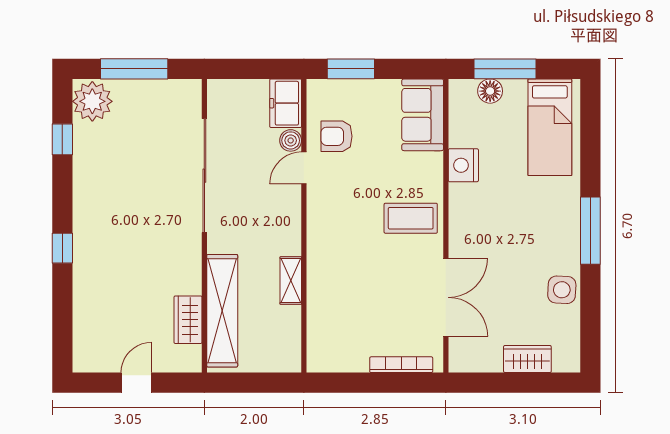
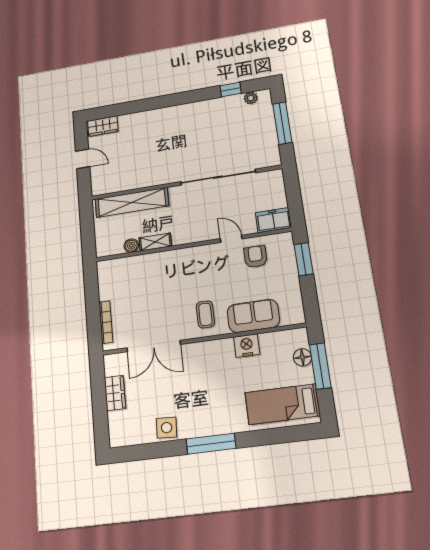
plant: (92, 101) -> (251, 98), width x0.53, depth x0.53
sofa: (423, 115) -> (253, 316), moved
boiler: (291, 140) -> (131, 246), moved
coffee table: (411, 218) -> (205, 314), width x0.73, depth x0.77
window: (62, 248) -> (162, 102), removed
wardrobe: (188, 320) -> (103, 126), moved, turned 180
wardrobe: (527, 359) -> (115, 393), moved

